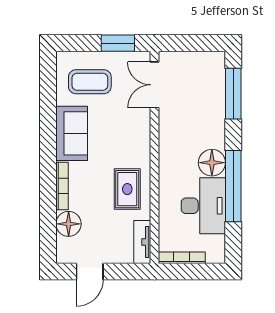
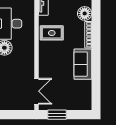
coffee table: (90, 82) -> (73, 93), removed
rug: (127, 189) -> (52, 33), turned 90

